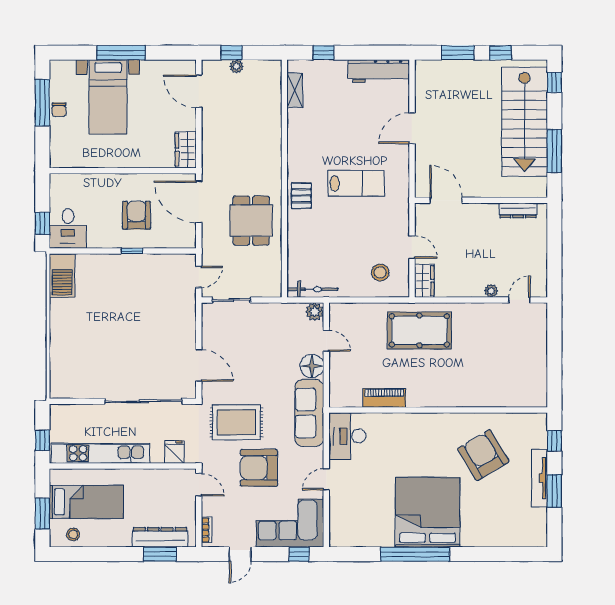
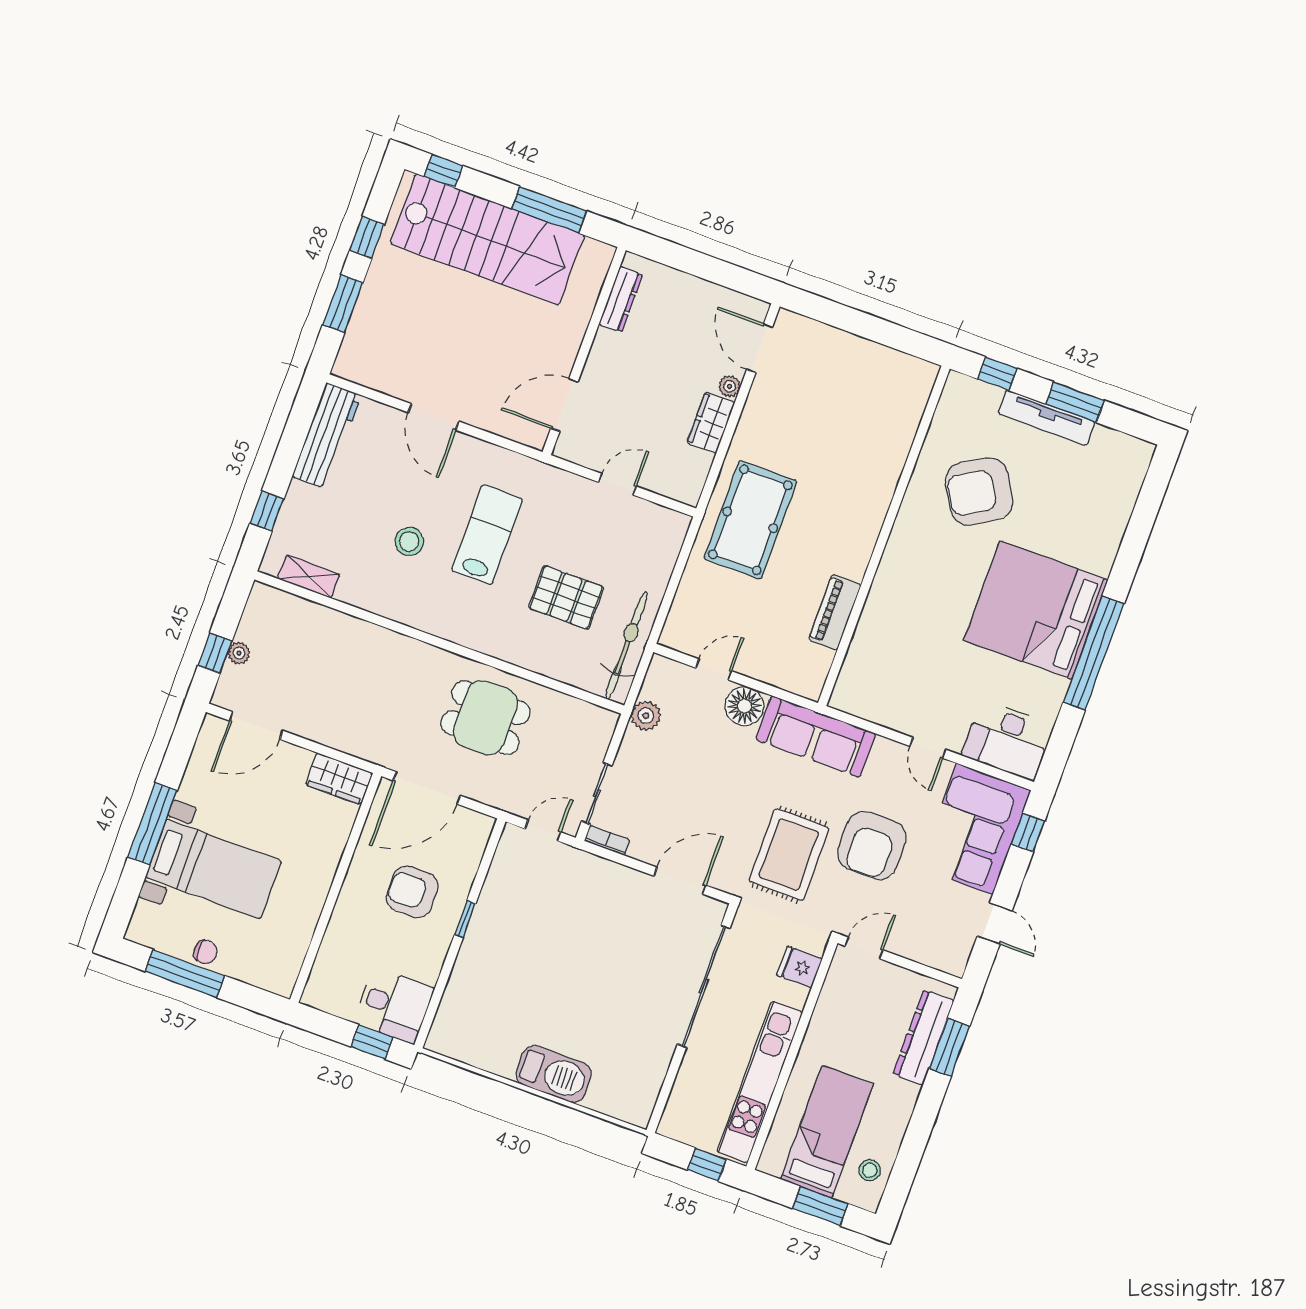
pallet: (301, 196) -> (566, 597), moved, width x1.50, depth x1.42
stool: (380, 272) -> (409, 541), moved
barbecue: (62, 276) -> (554, 1074), moved
door: (199, 277) -> (543, 830), hinge flipped
wardrobe: (424, 281) -> (711, 423), moved, turned -90
bicycle: (312, 289) -> (627, 646), width x1.37, depth x1.40
door: (519, 300) -> (760, 348), width x1.38
plant: (315, 312) -> (646, 716), moved
desk: (347, 436) -> (1007, 740), moved
bookcase: (207, 530) -> (607, 840), moved

